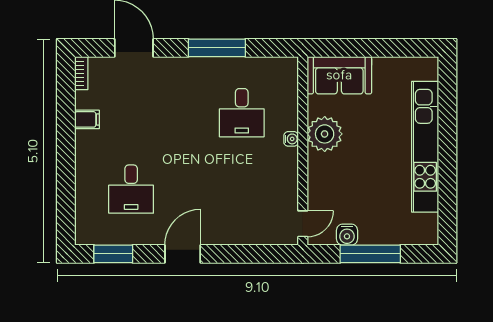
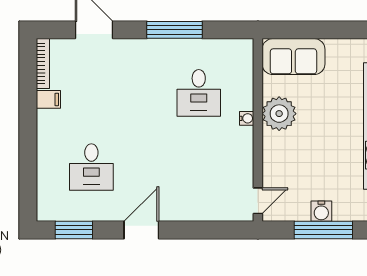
bookcase: (81, 73) -> (43, 64), width x1.56
water cooler: (347, 235) -> (321, 211), moved

